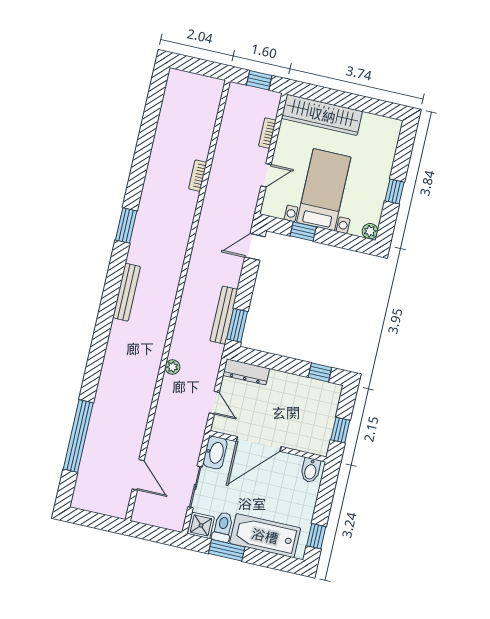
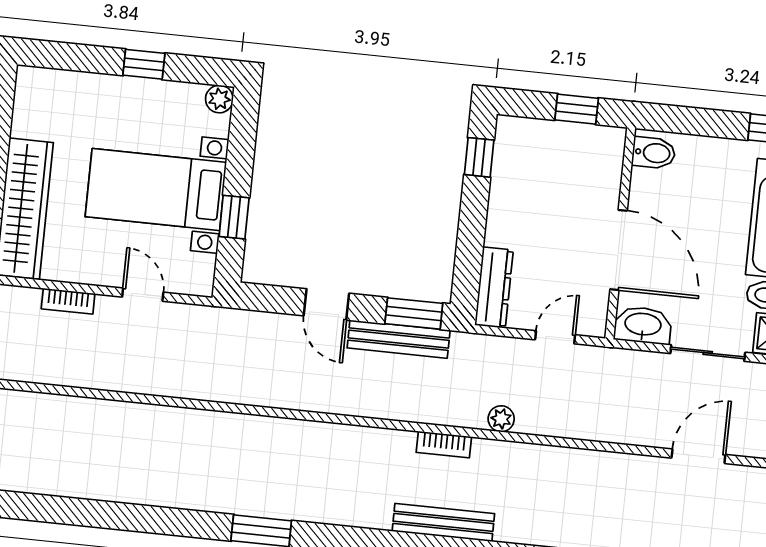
bookcase: (198, 176) -> (444, 445), moved
door: (255, 247) -> (326, 304), moved
bench: (127, 292) -> (443, 522), moved

